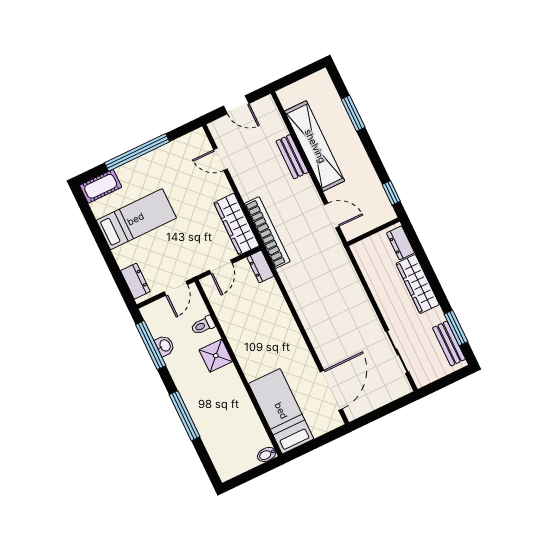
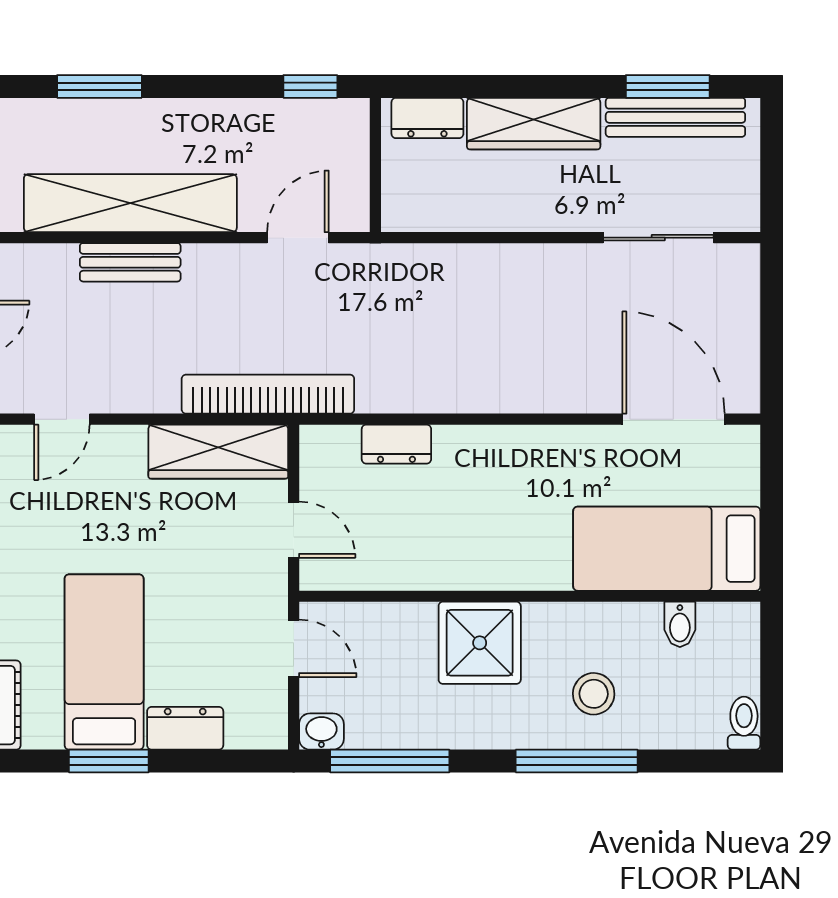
window: (100, 239) -> (109, 761), added
dresser: (260, 267) -> (396, 444), moved
dresser: (135, 281) -> (185, 728), moved
toilet: (203, 325) -> (744, 723), moved, turned 180
bench: (449, 343) -> (675, 117), width x1.36
washbasin: (165, 346) -> (321, 732), moved
shower: (216, 356) -> (480, 643), width x1.36, depth x1.36
stool: (213, 410) -> (594, 694), added
bidet: (267, 454) -> (680, 624), moved

